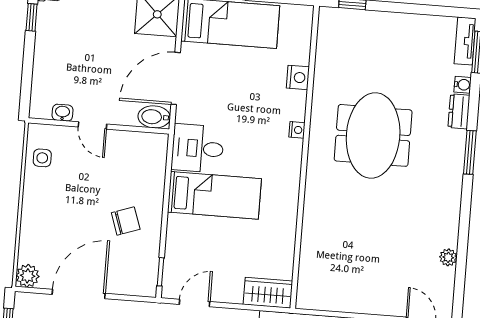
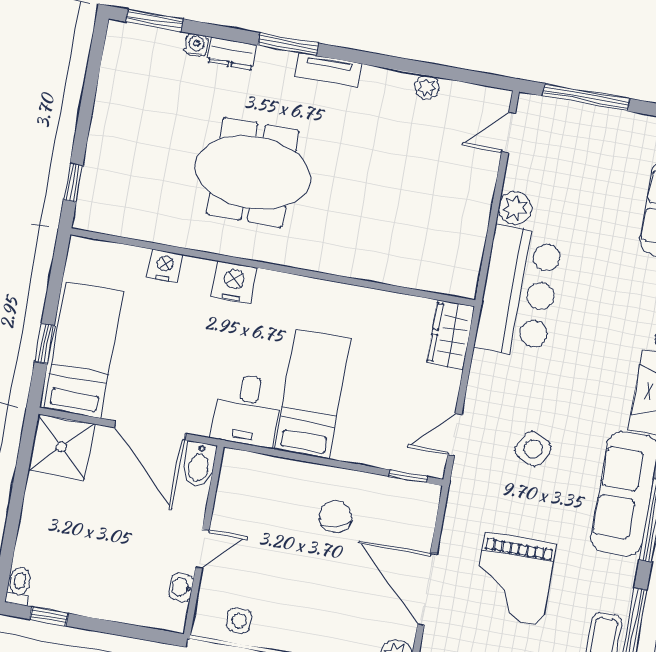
tv unit: (465, 41) -> (328, 70), moved
nightstand: (297, 130) -> (234, 282), width x1.89, depth x1.79
door: (195, 303) -> (455, 435), hinge flipped

